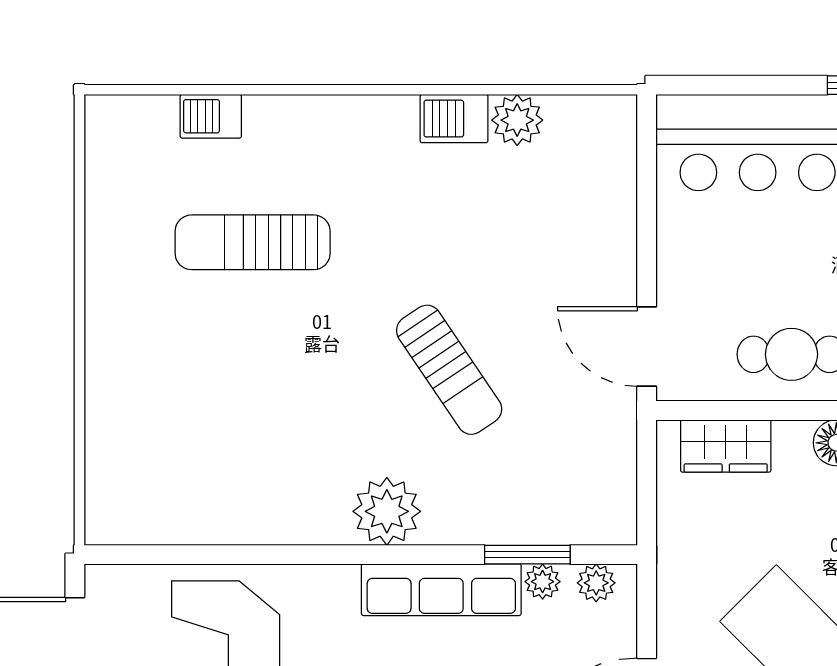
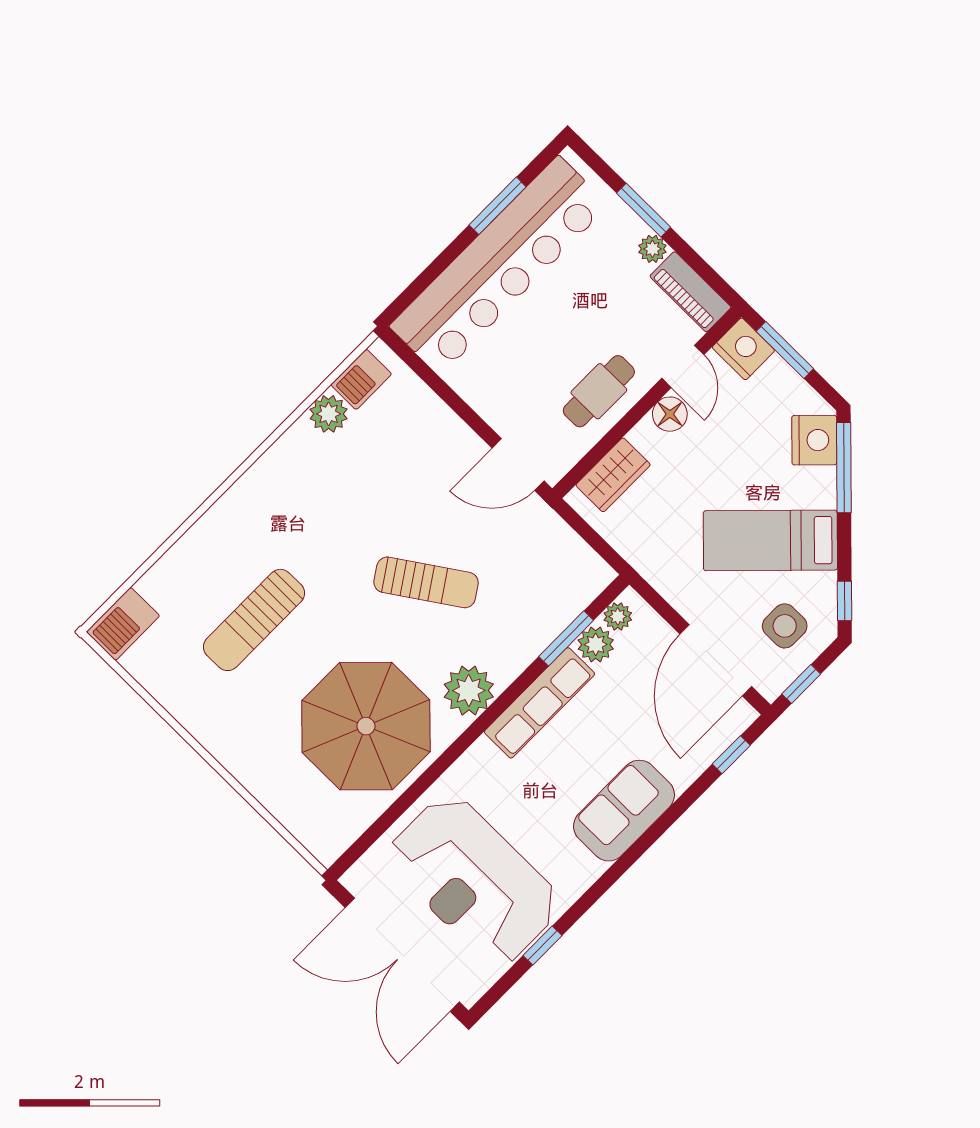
barbecue: (211, 116) -> (123, 624), moved, width x1.38, depth x1.27
barbecue: (454, 119) -> (361, 379), moved
parasol: (257, 447) -> (366, 726), added
plant: (543, 582) -> (596, 644), width x1.38, depth x1.38

